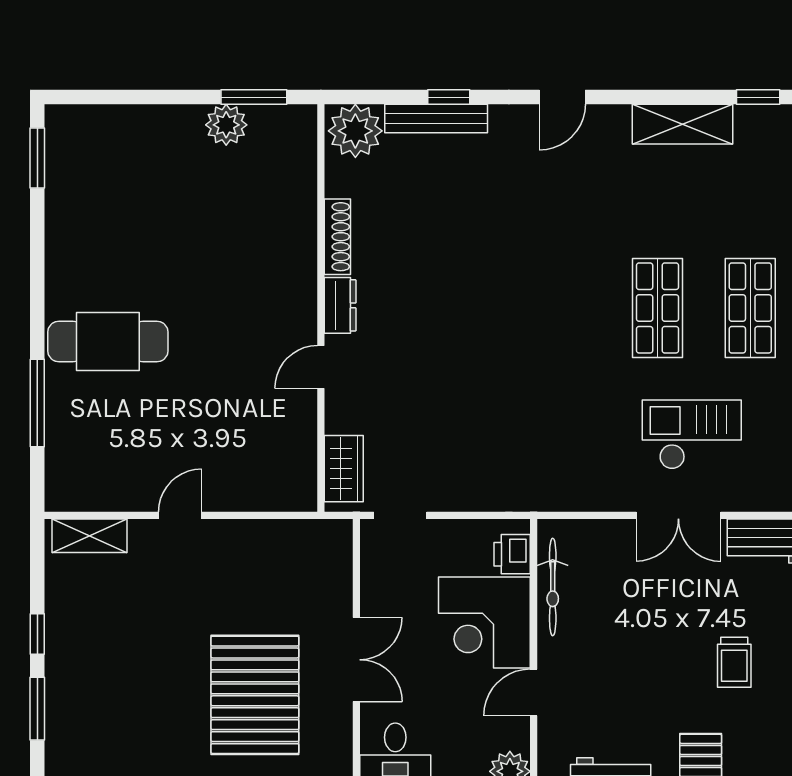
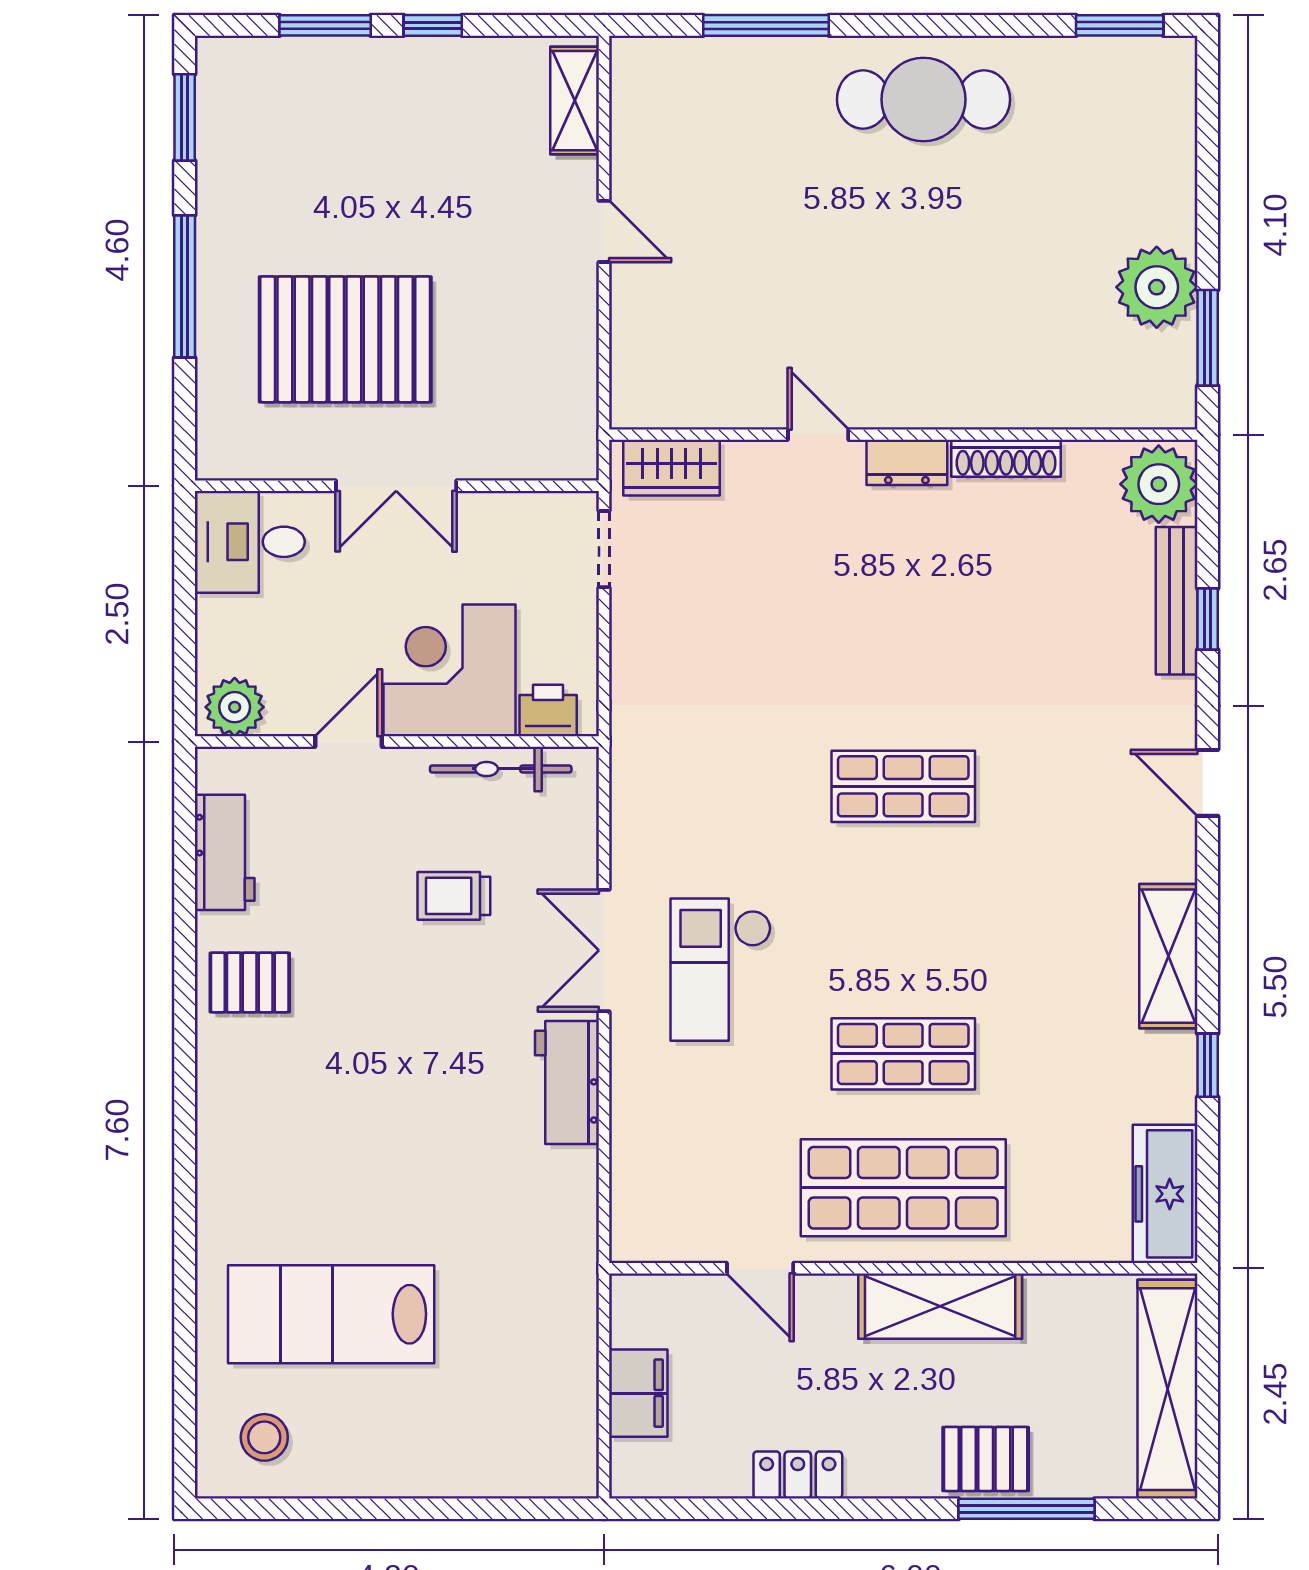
plant: (226, 125) -> (1157, 287), width x1.36, depth x1.36
shop shelf: (657, 308) -> (903, 786), moved
cafe table: (108, 341) -> (923, 99), moved, turned 90
checkout: (692, 434) -> (721, 970), turned 180
trolley: (734, 662) -> (454, 896), moved
door: (534, 692) -> (348, 742), hinge flipped

